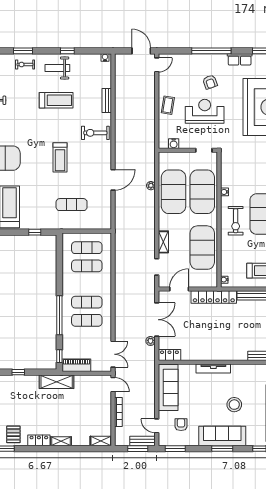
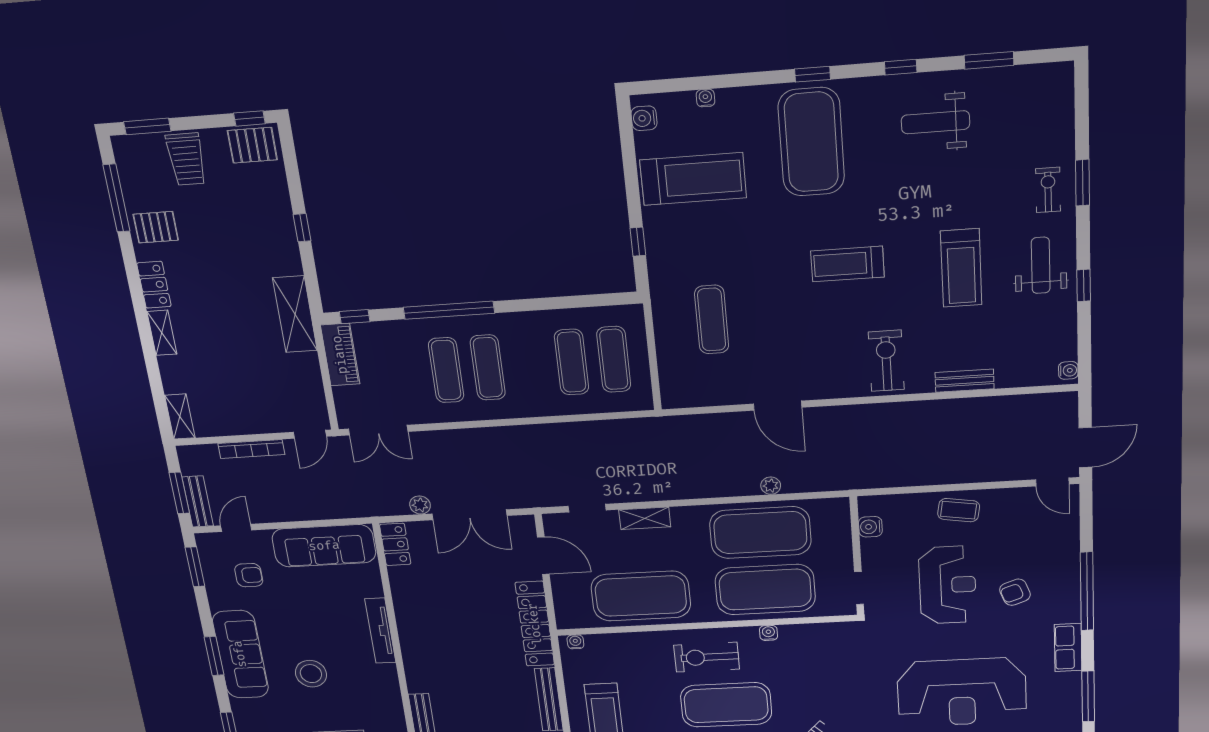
treadmill: (60, 157) -> (847, 264), moved

